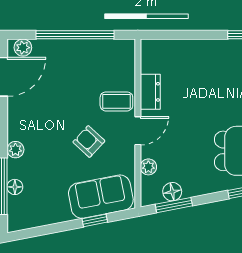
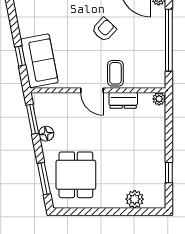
armchair: (89, 142) -> (104, 30), moved
plant: (148, 167) -> (159, 99), moved
floor lamp: (172, 192) -> (46, 134), moved

